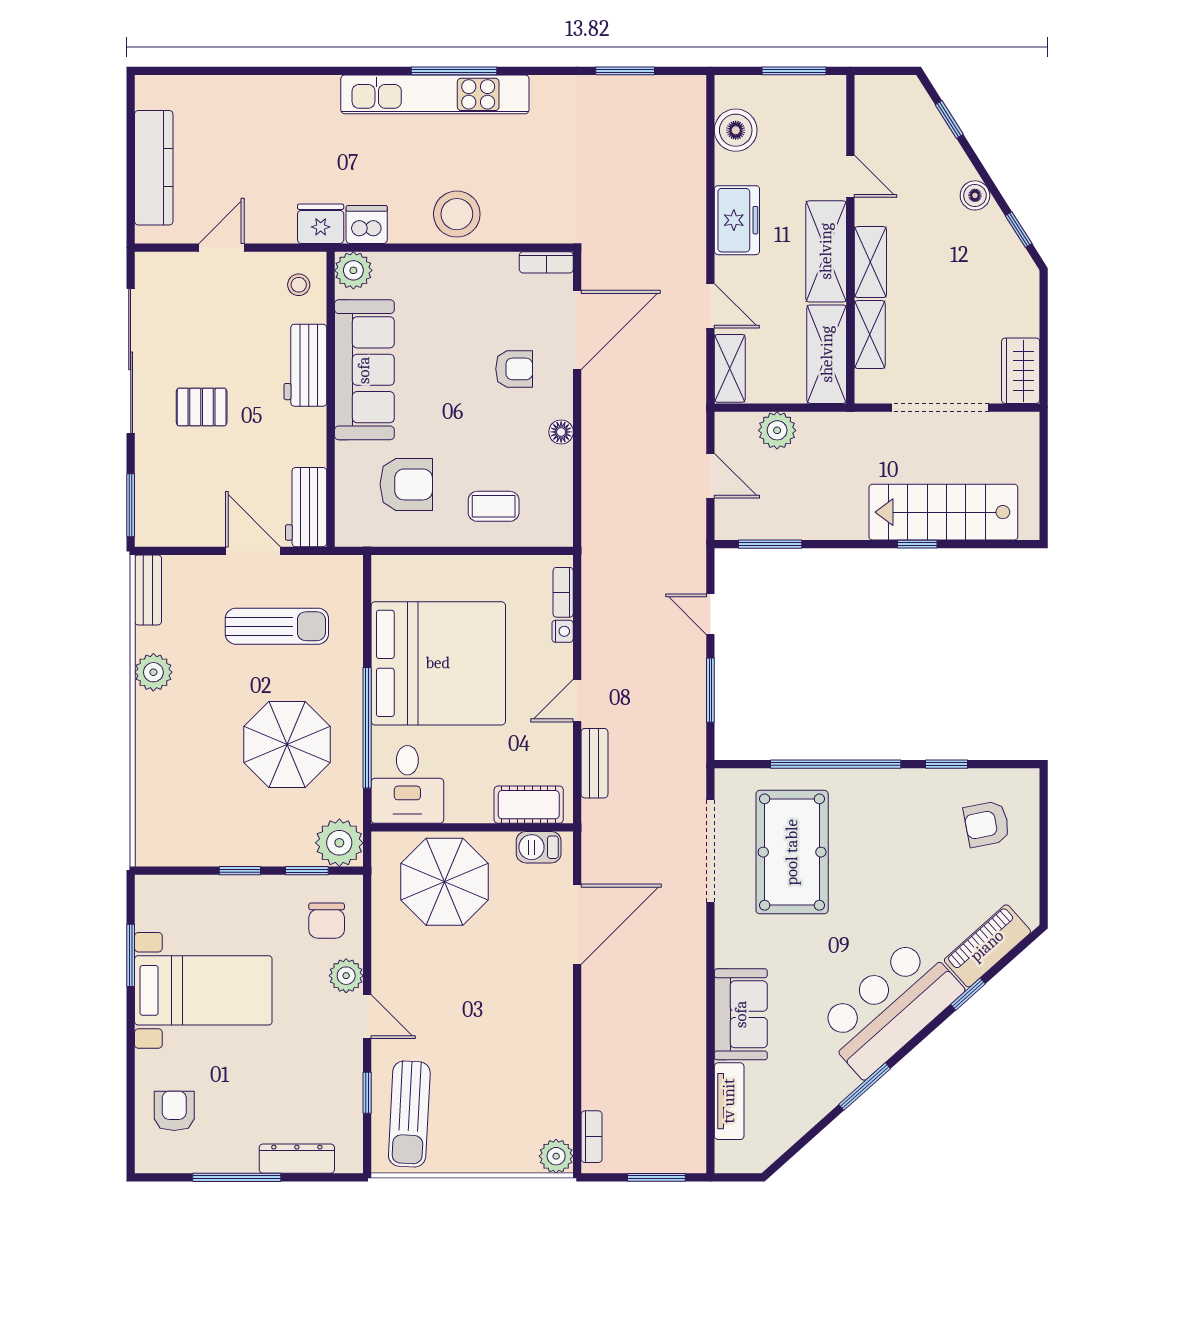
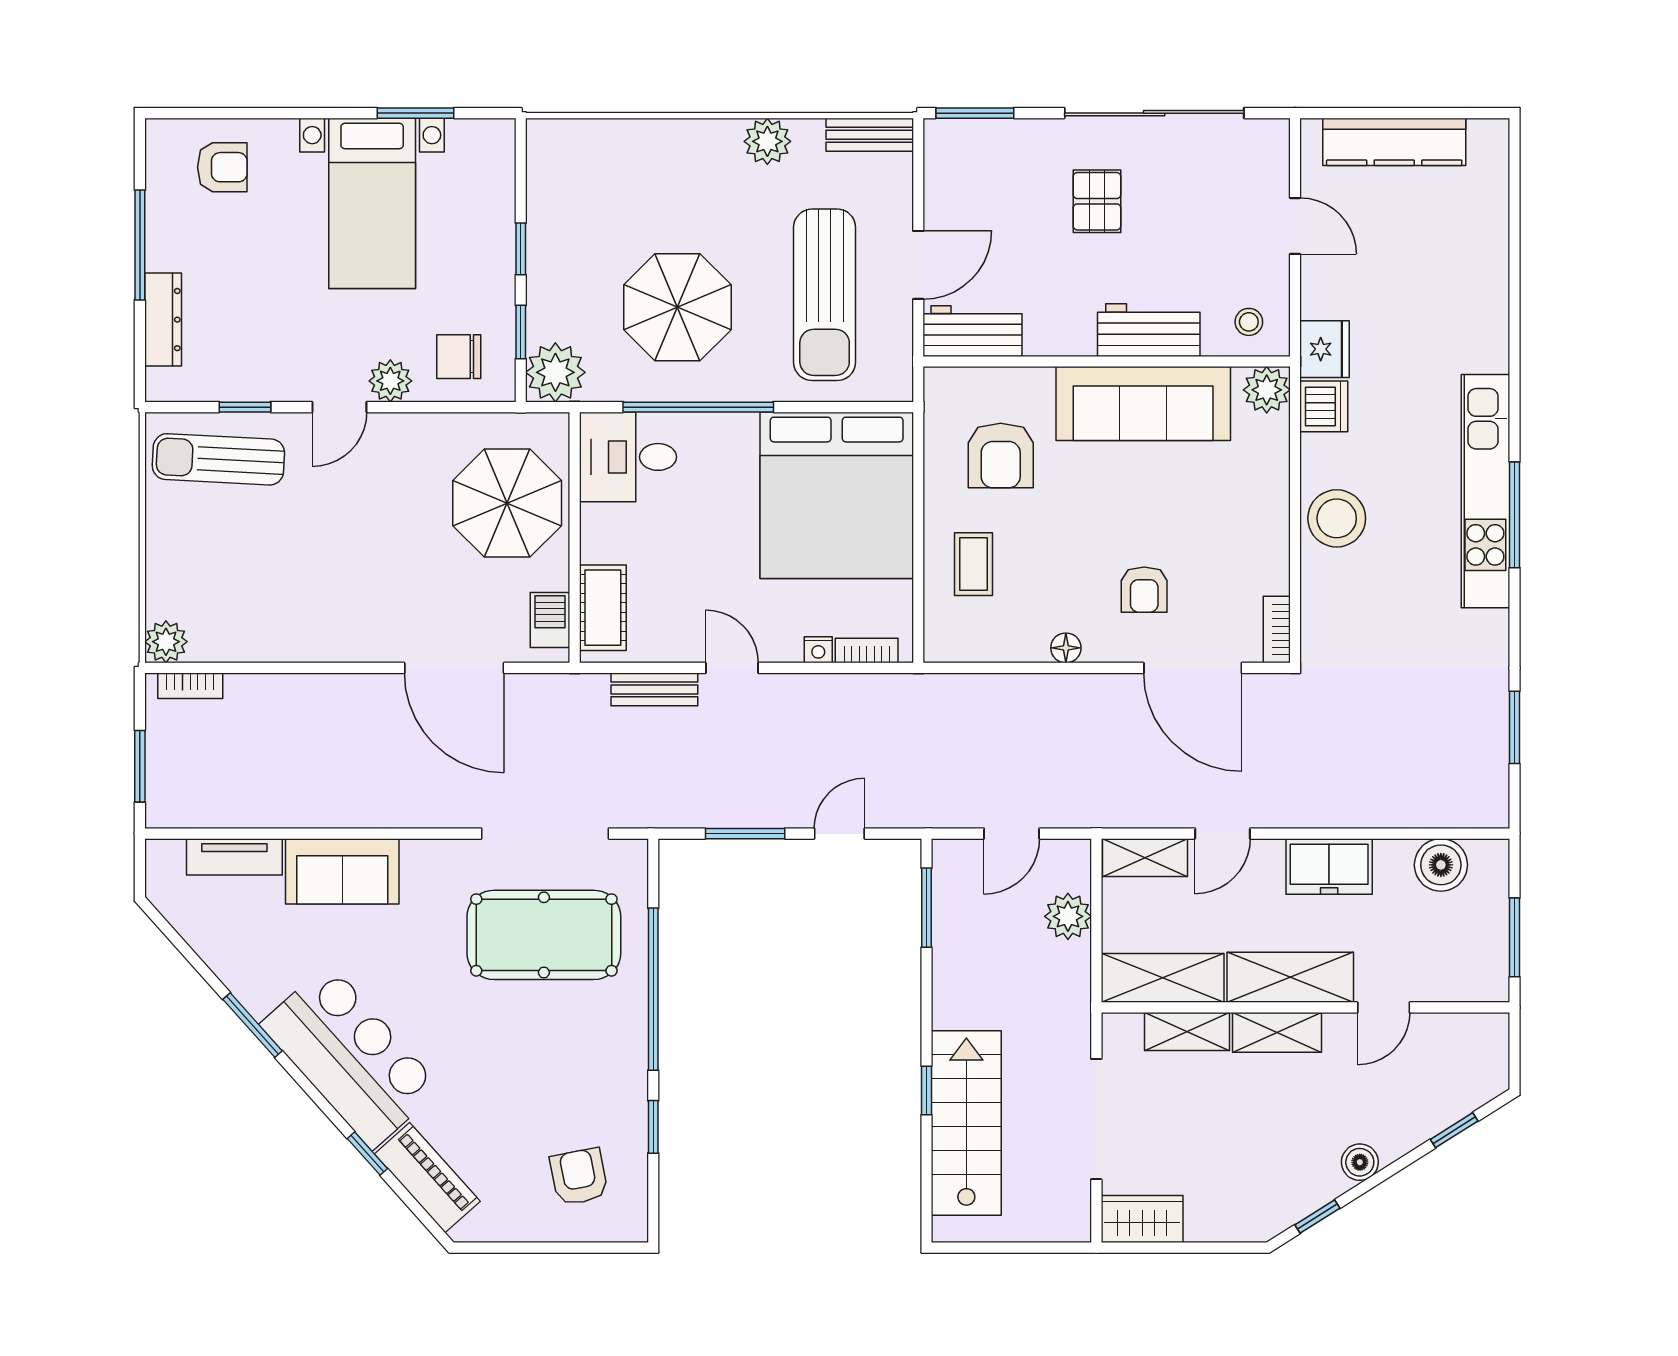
sun lounger: (277, 626) -> (825, 295), width x1.36, depth x1.34
bed: (438, 663) -> (837, 495), moved

